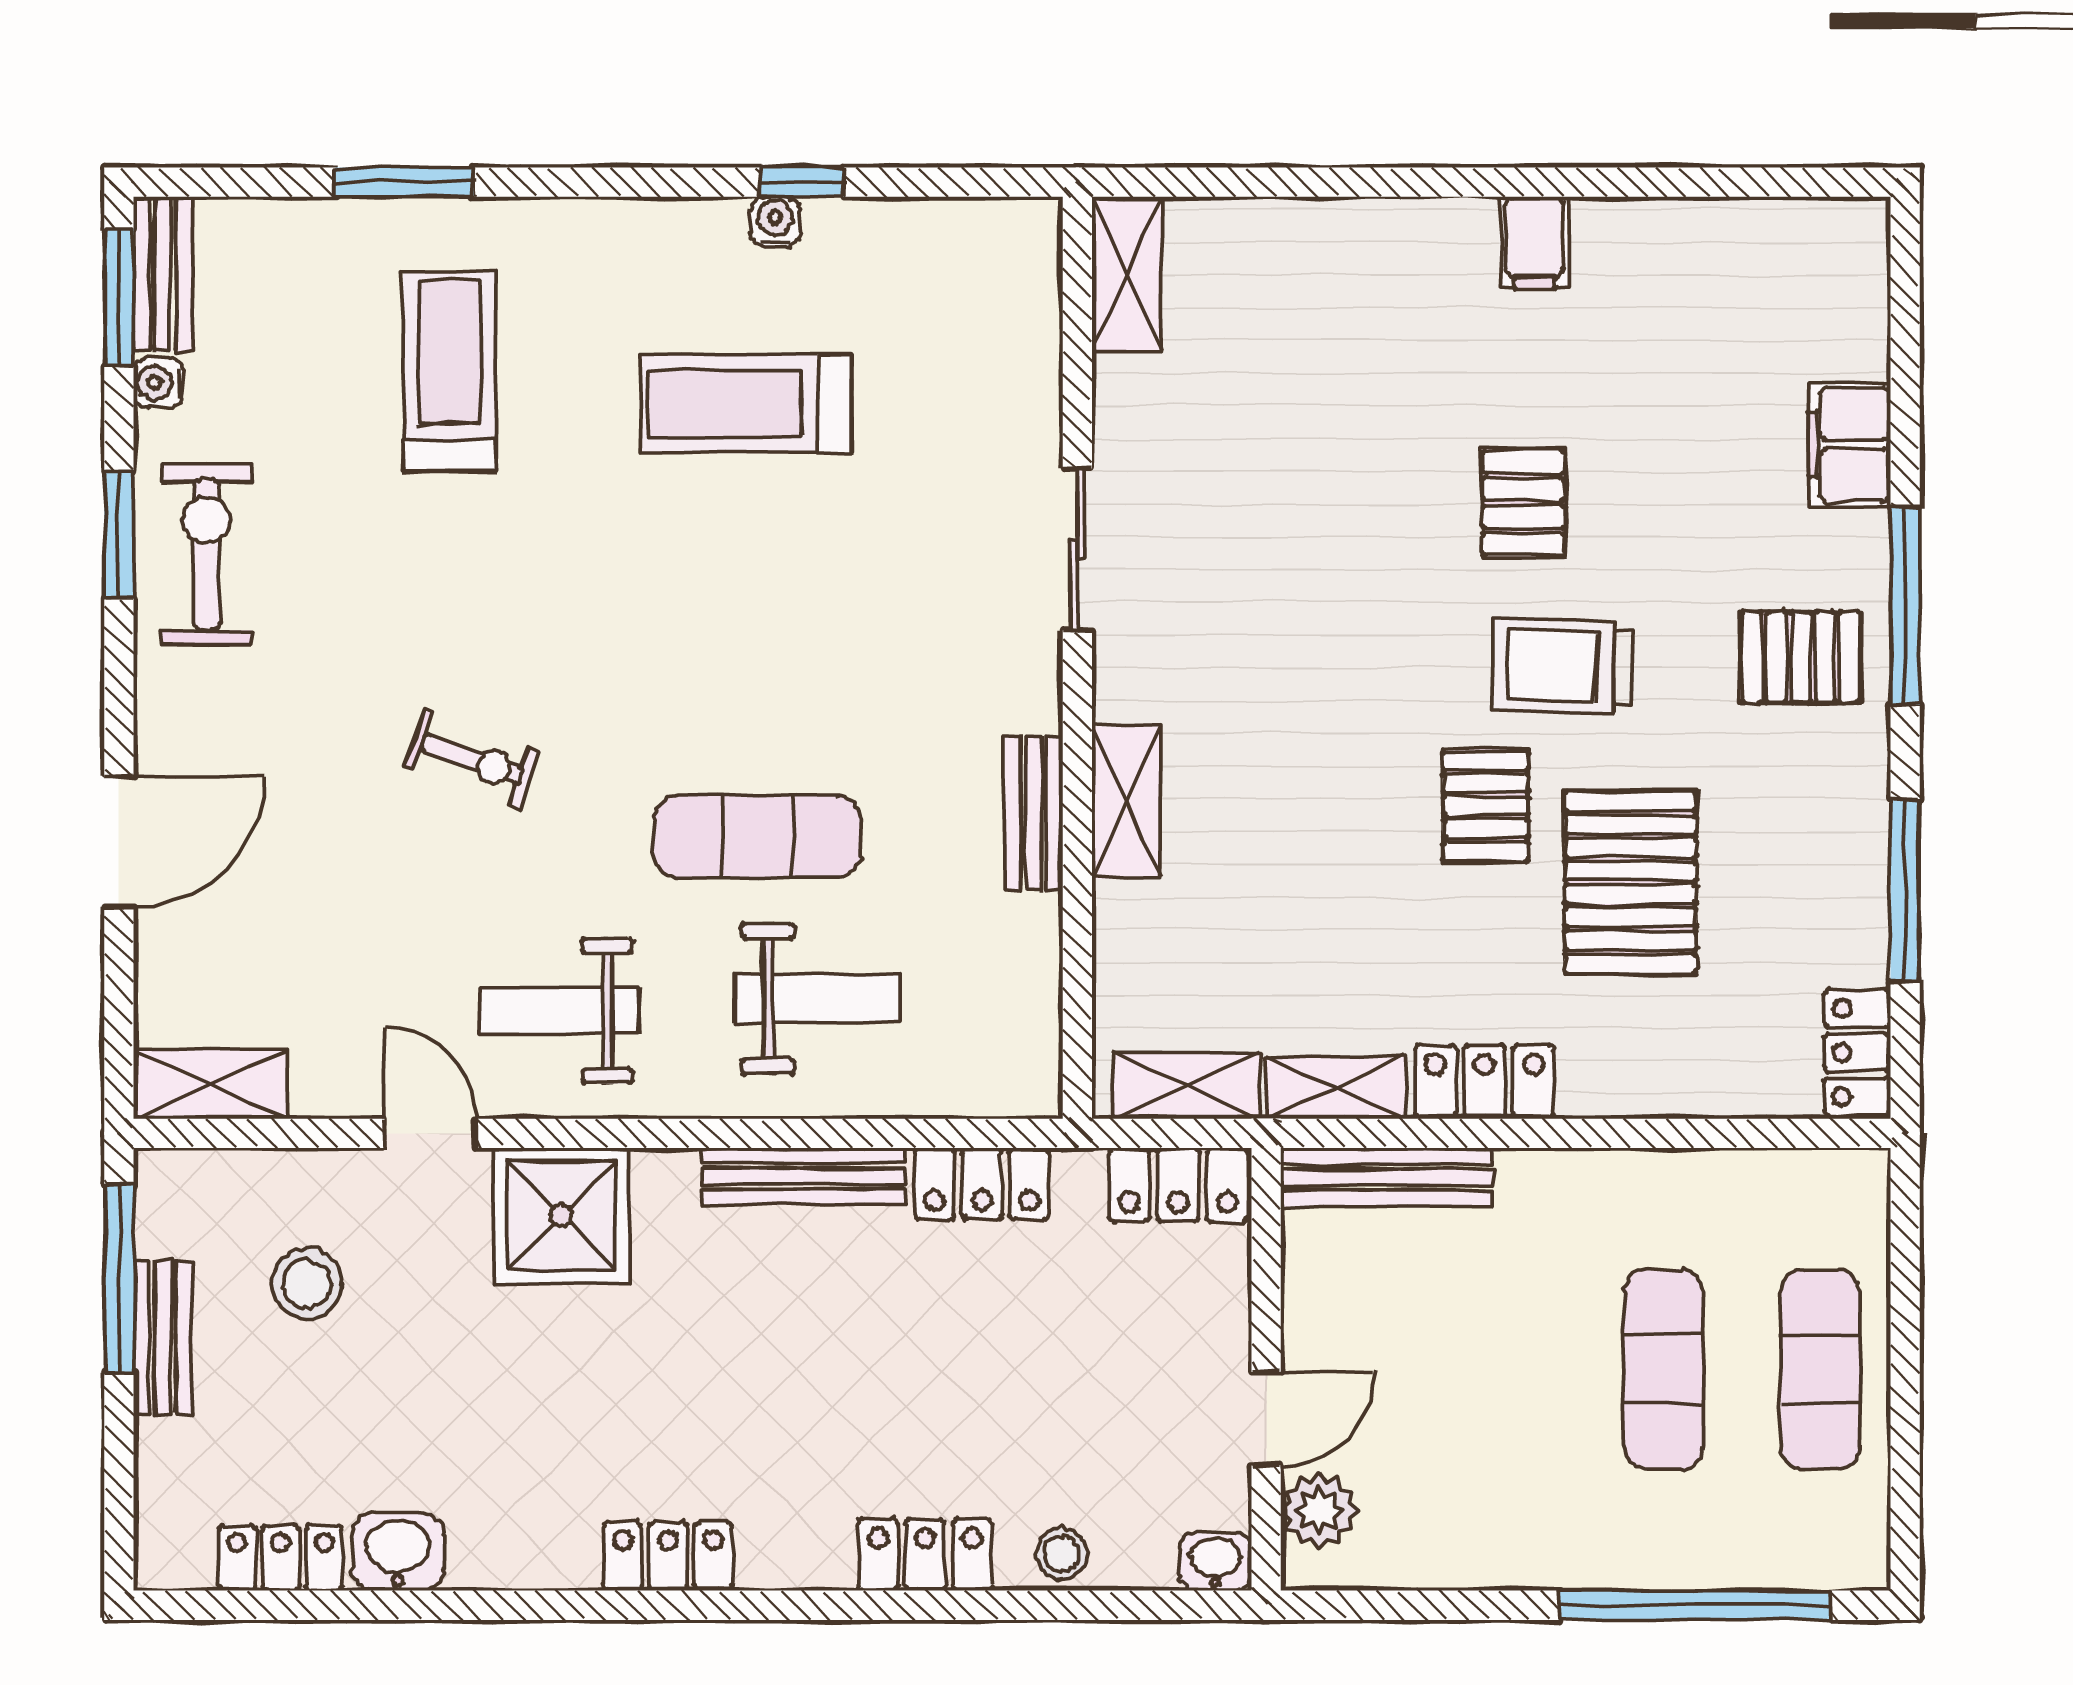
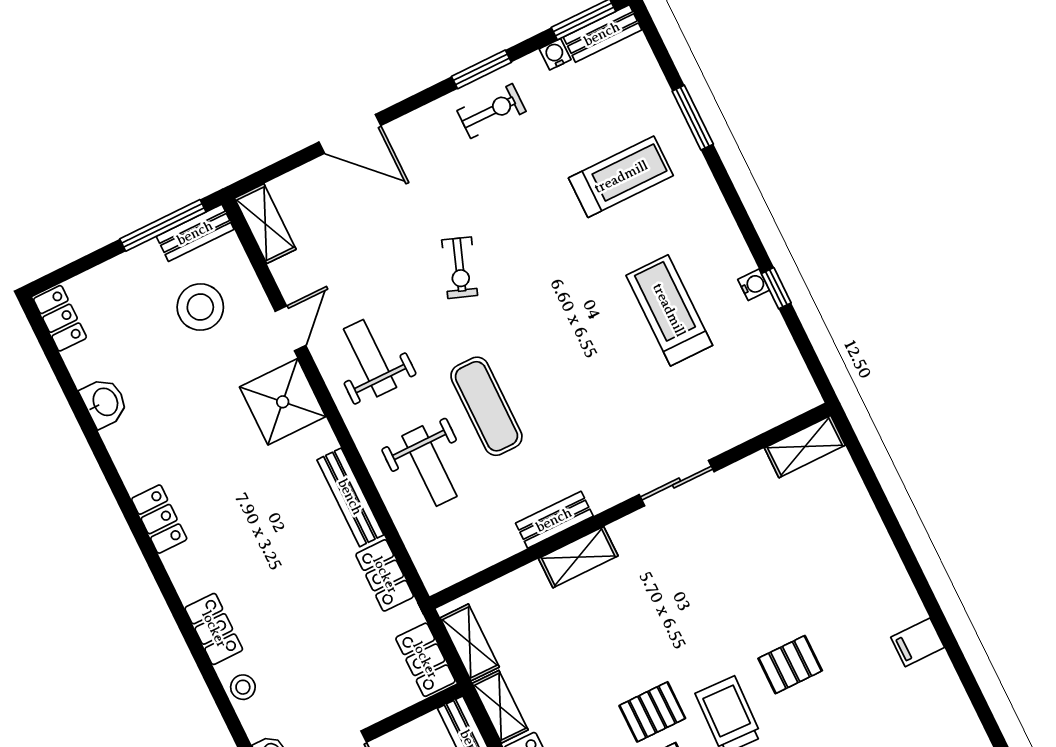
filing cabinet: (1534, 243) -> (918, 642), moved
exercise bike: (207, 555) -> (492, 111), width x0.73, depth x0.72
stool: (307, 1283) -> (200, 307), width x1.38, depth x1.38
bench: (163, 1337) -> (195, 233), moved
locker: (281, 1558) -> (60, 318), moved

